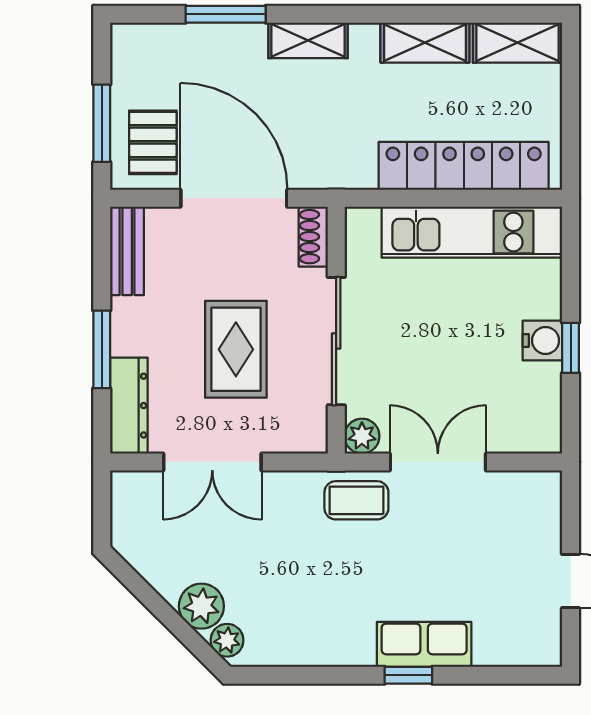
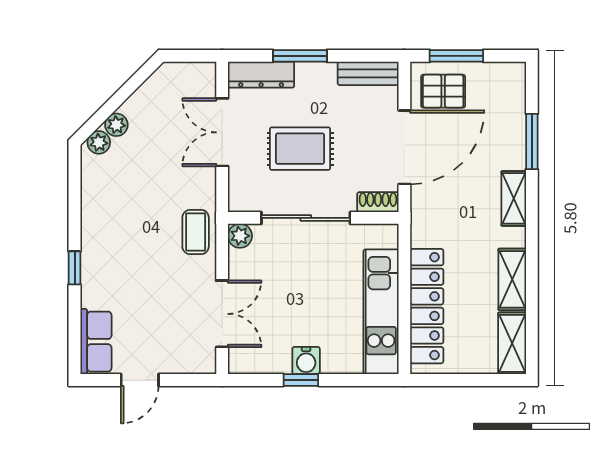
double door: (438, 462) -> (222, 314), moved
plant: (201, 606) -> (116, 125), width x0.73, depth x0.73
row of seats: (424, 644) -> (96, 342), moved

